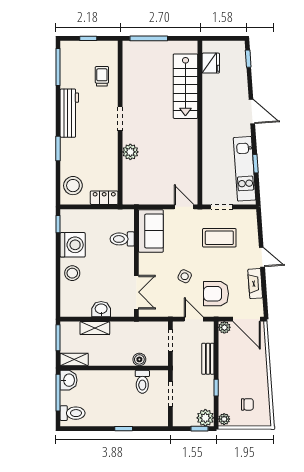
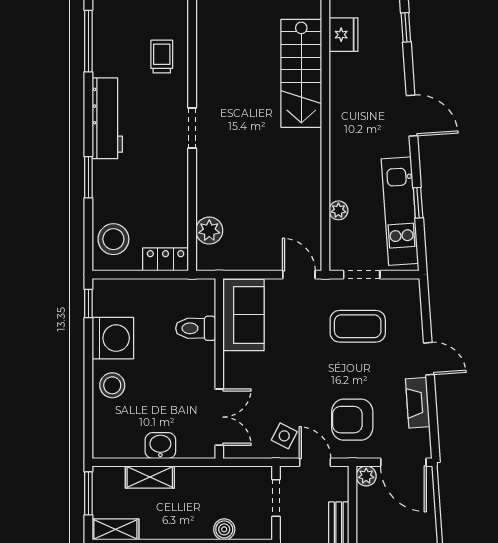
plant: (130, 152) -> (209, 231), moved
plant: (208, 168) -> (338, 210), added
side table: (185, 276) -> (284, 436), moved

